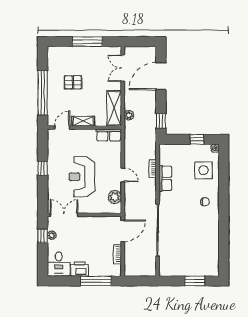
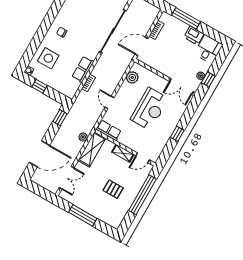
door: (123, 175) -> (110, 102), moved

